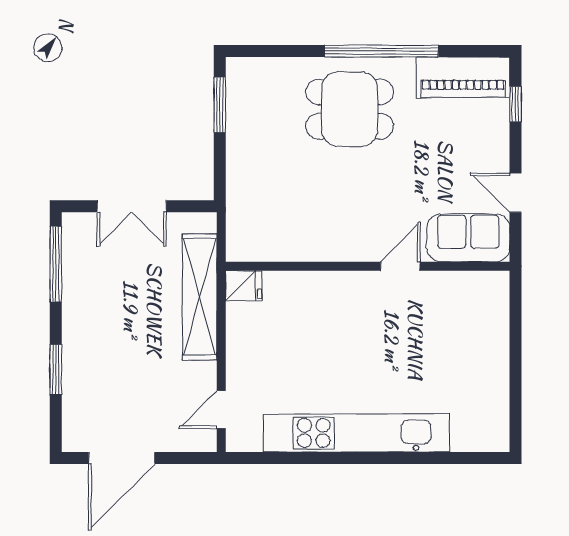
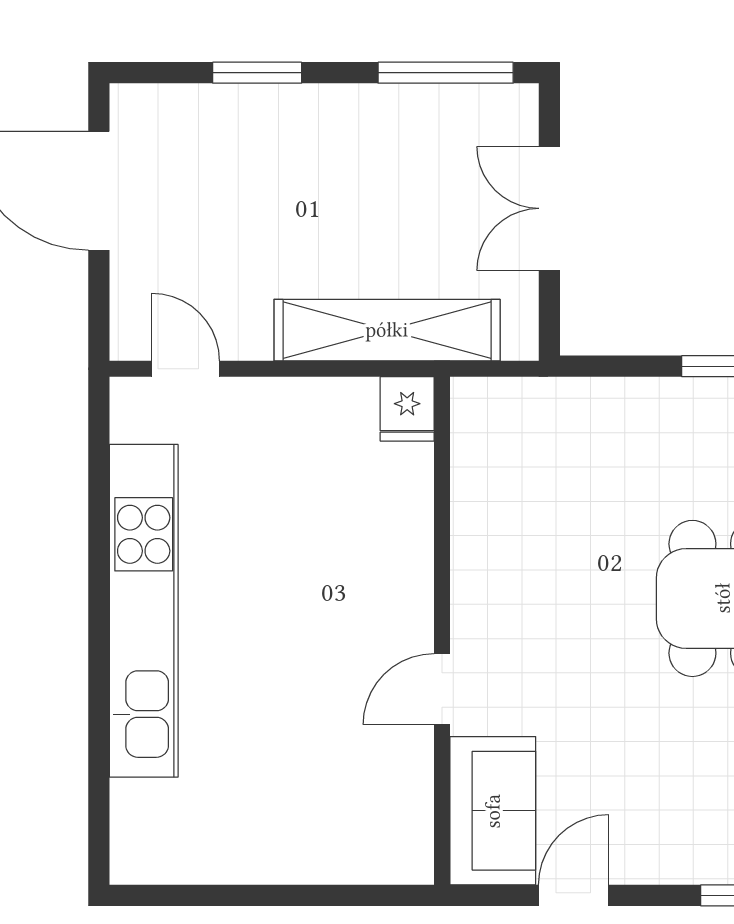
door: (400, 266) -> (442, 689), swing flipped

